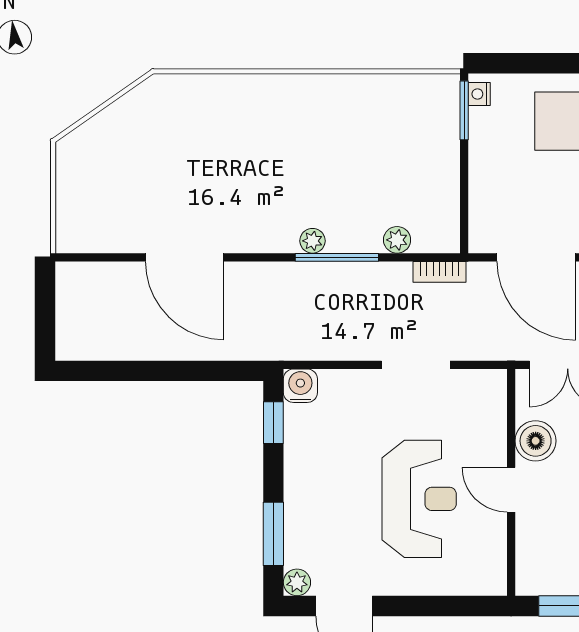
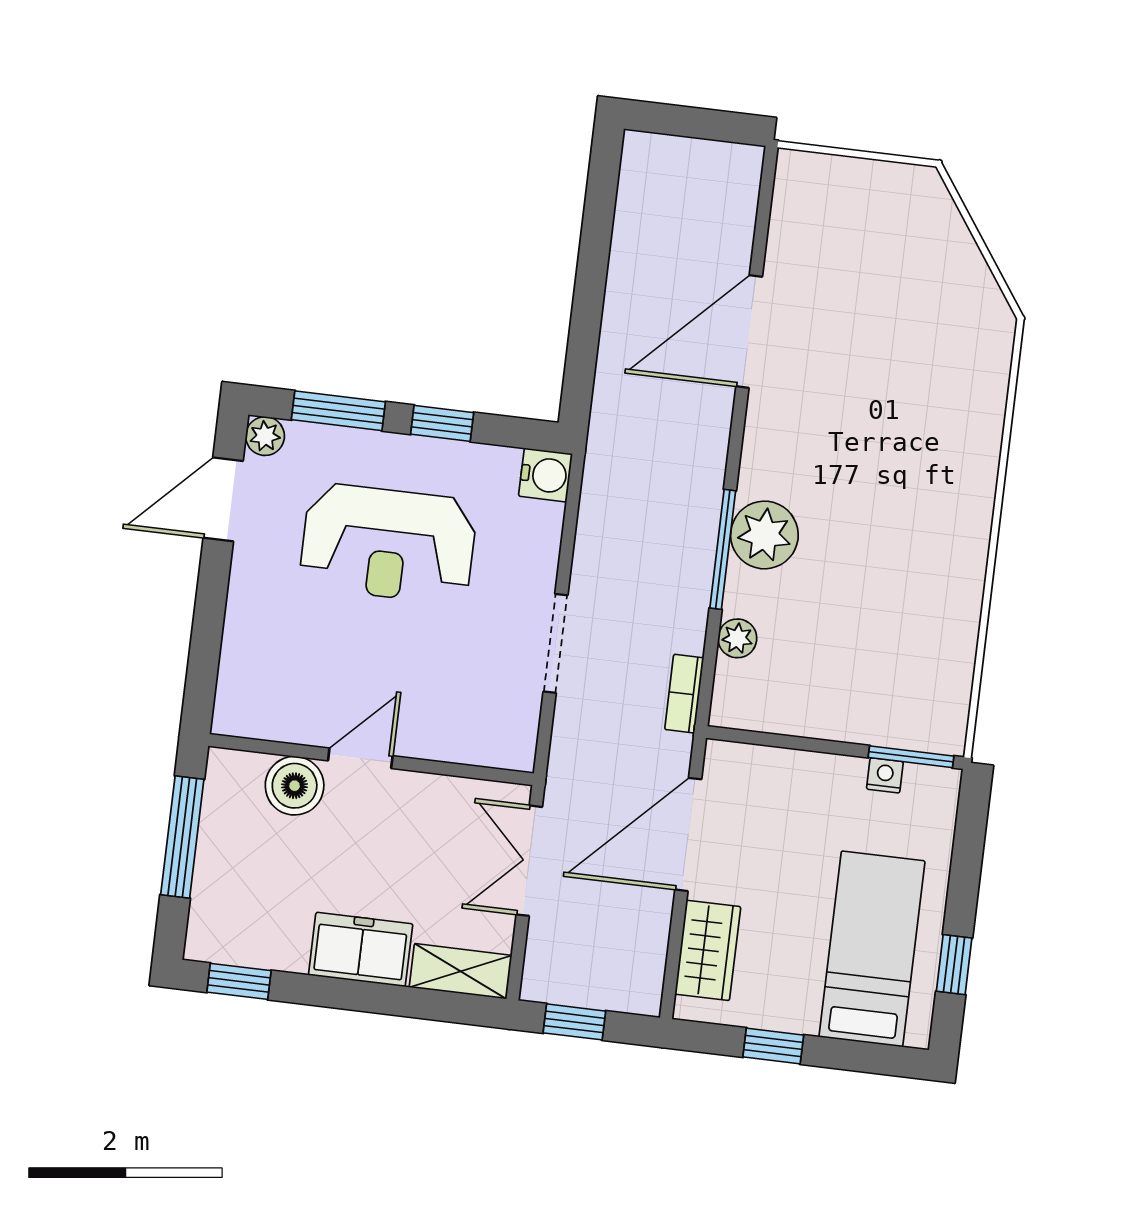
nightstand: (479, 94) -> (885, 775), moved
plant: (313, 241) -> (764, 535), width x1.87, depth x1.87
window: (273, 423) -> (442, 423), moved
boiler: (536, 441) -> (295, 786), moved
reception desk: (419, 499) -> (388, 544), moved

